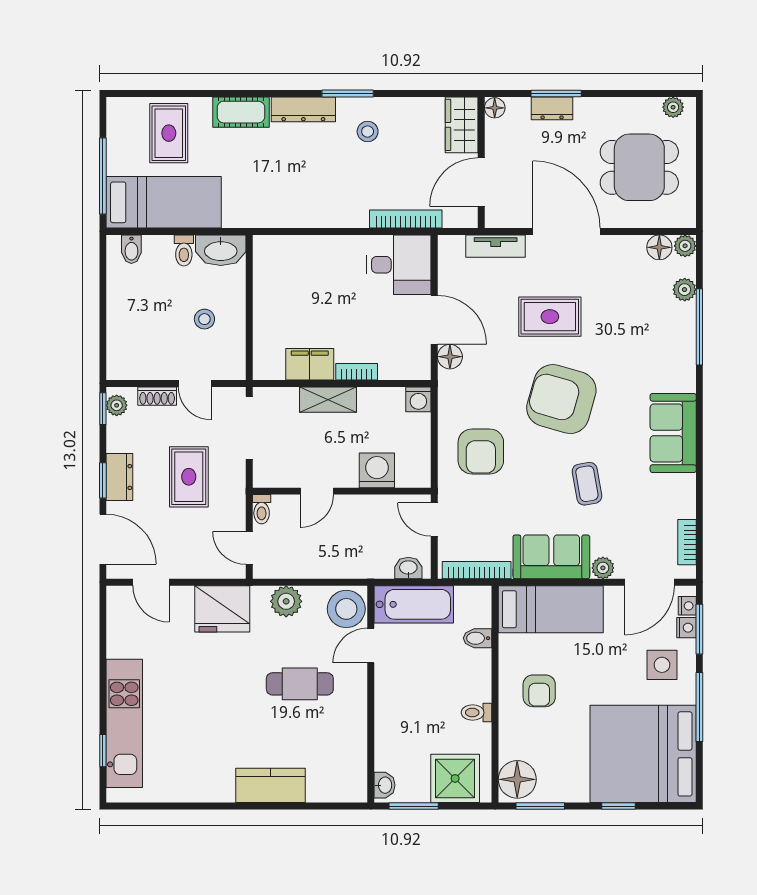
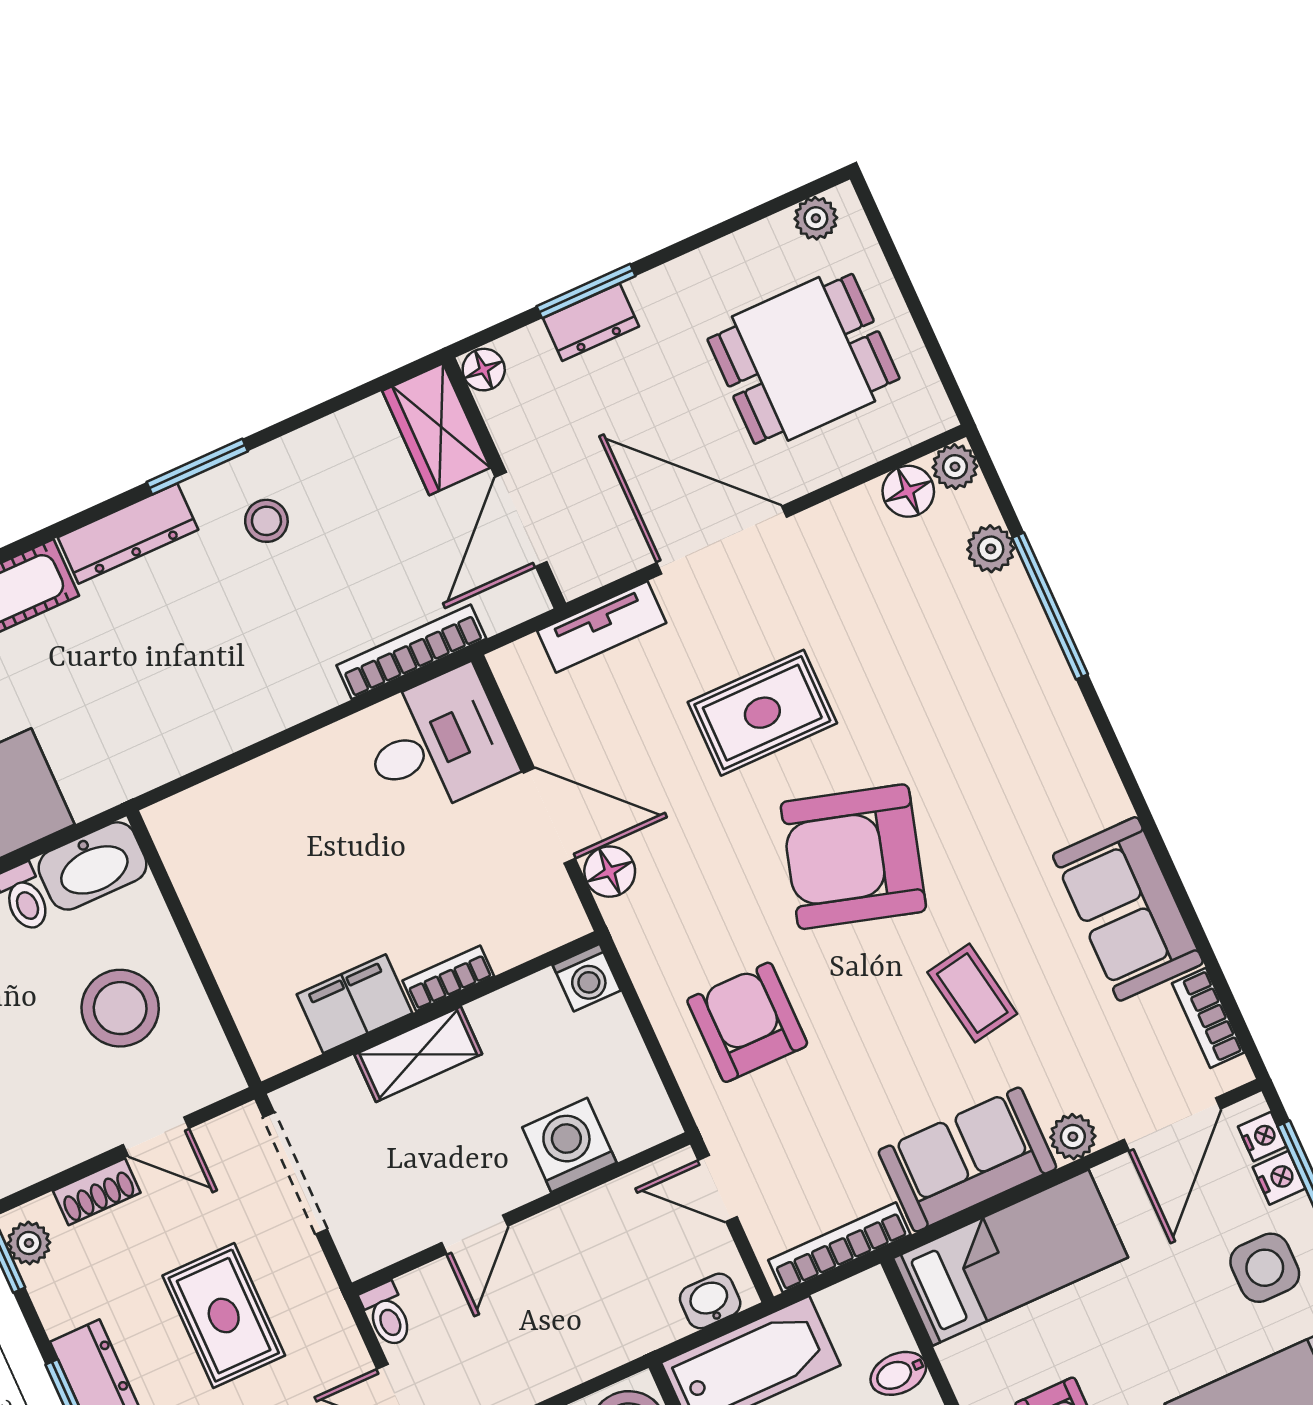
stool: (204, 319) -> (120, 1008), width x1.89, depth x1.89
sofa: (673, 433) -> (1128, 909), moved
armchair: (481, 451) -> (747, 1022), turned 180

